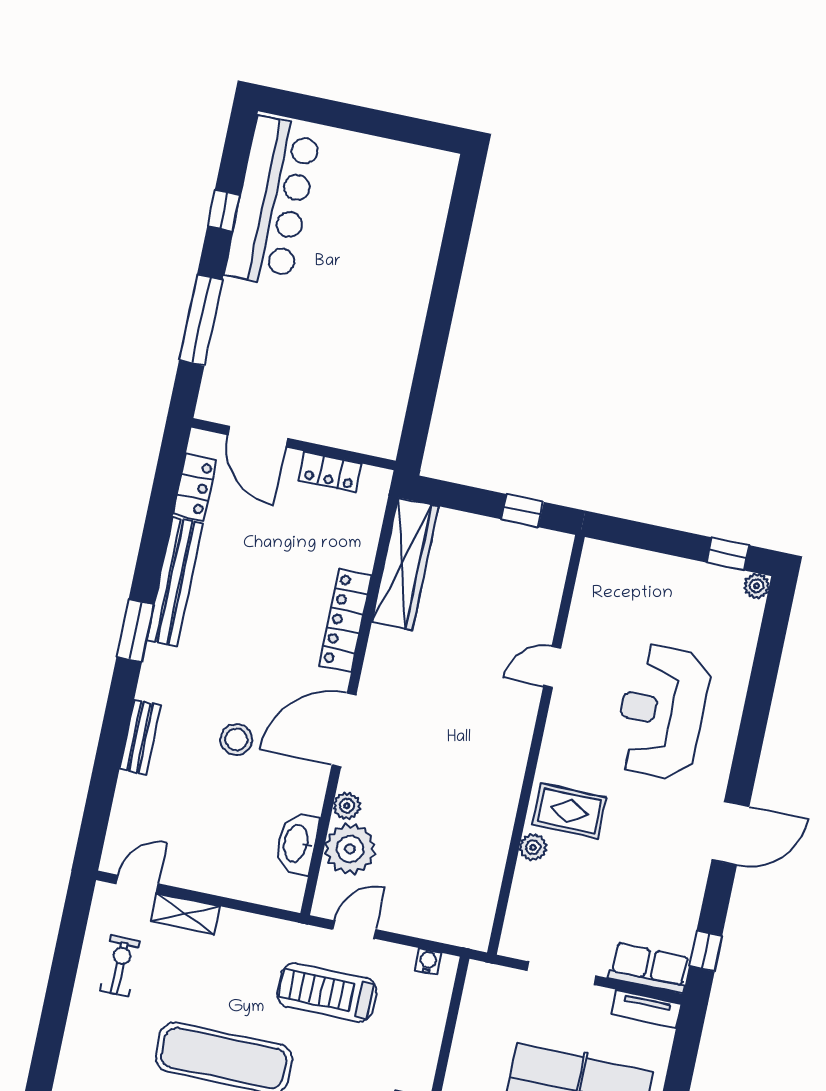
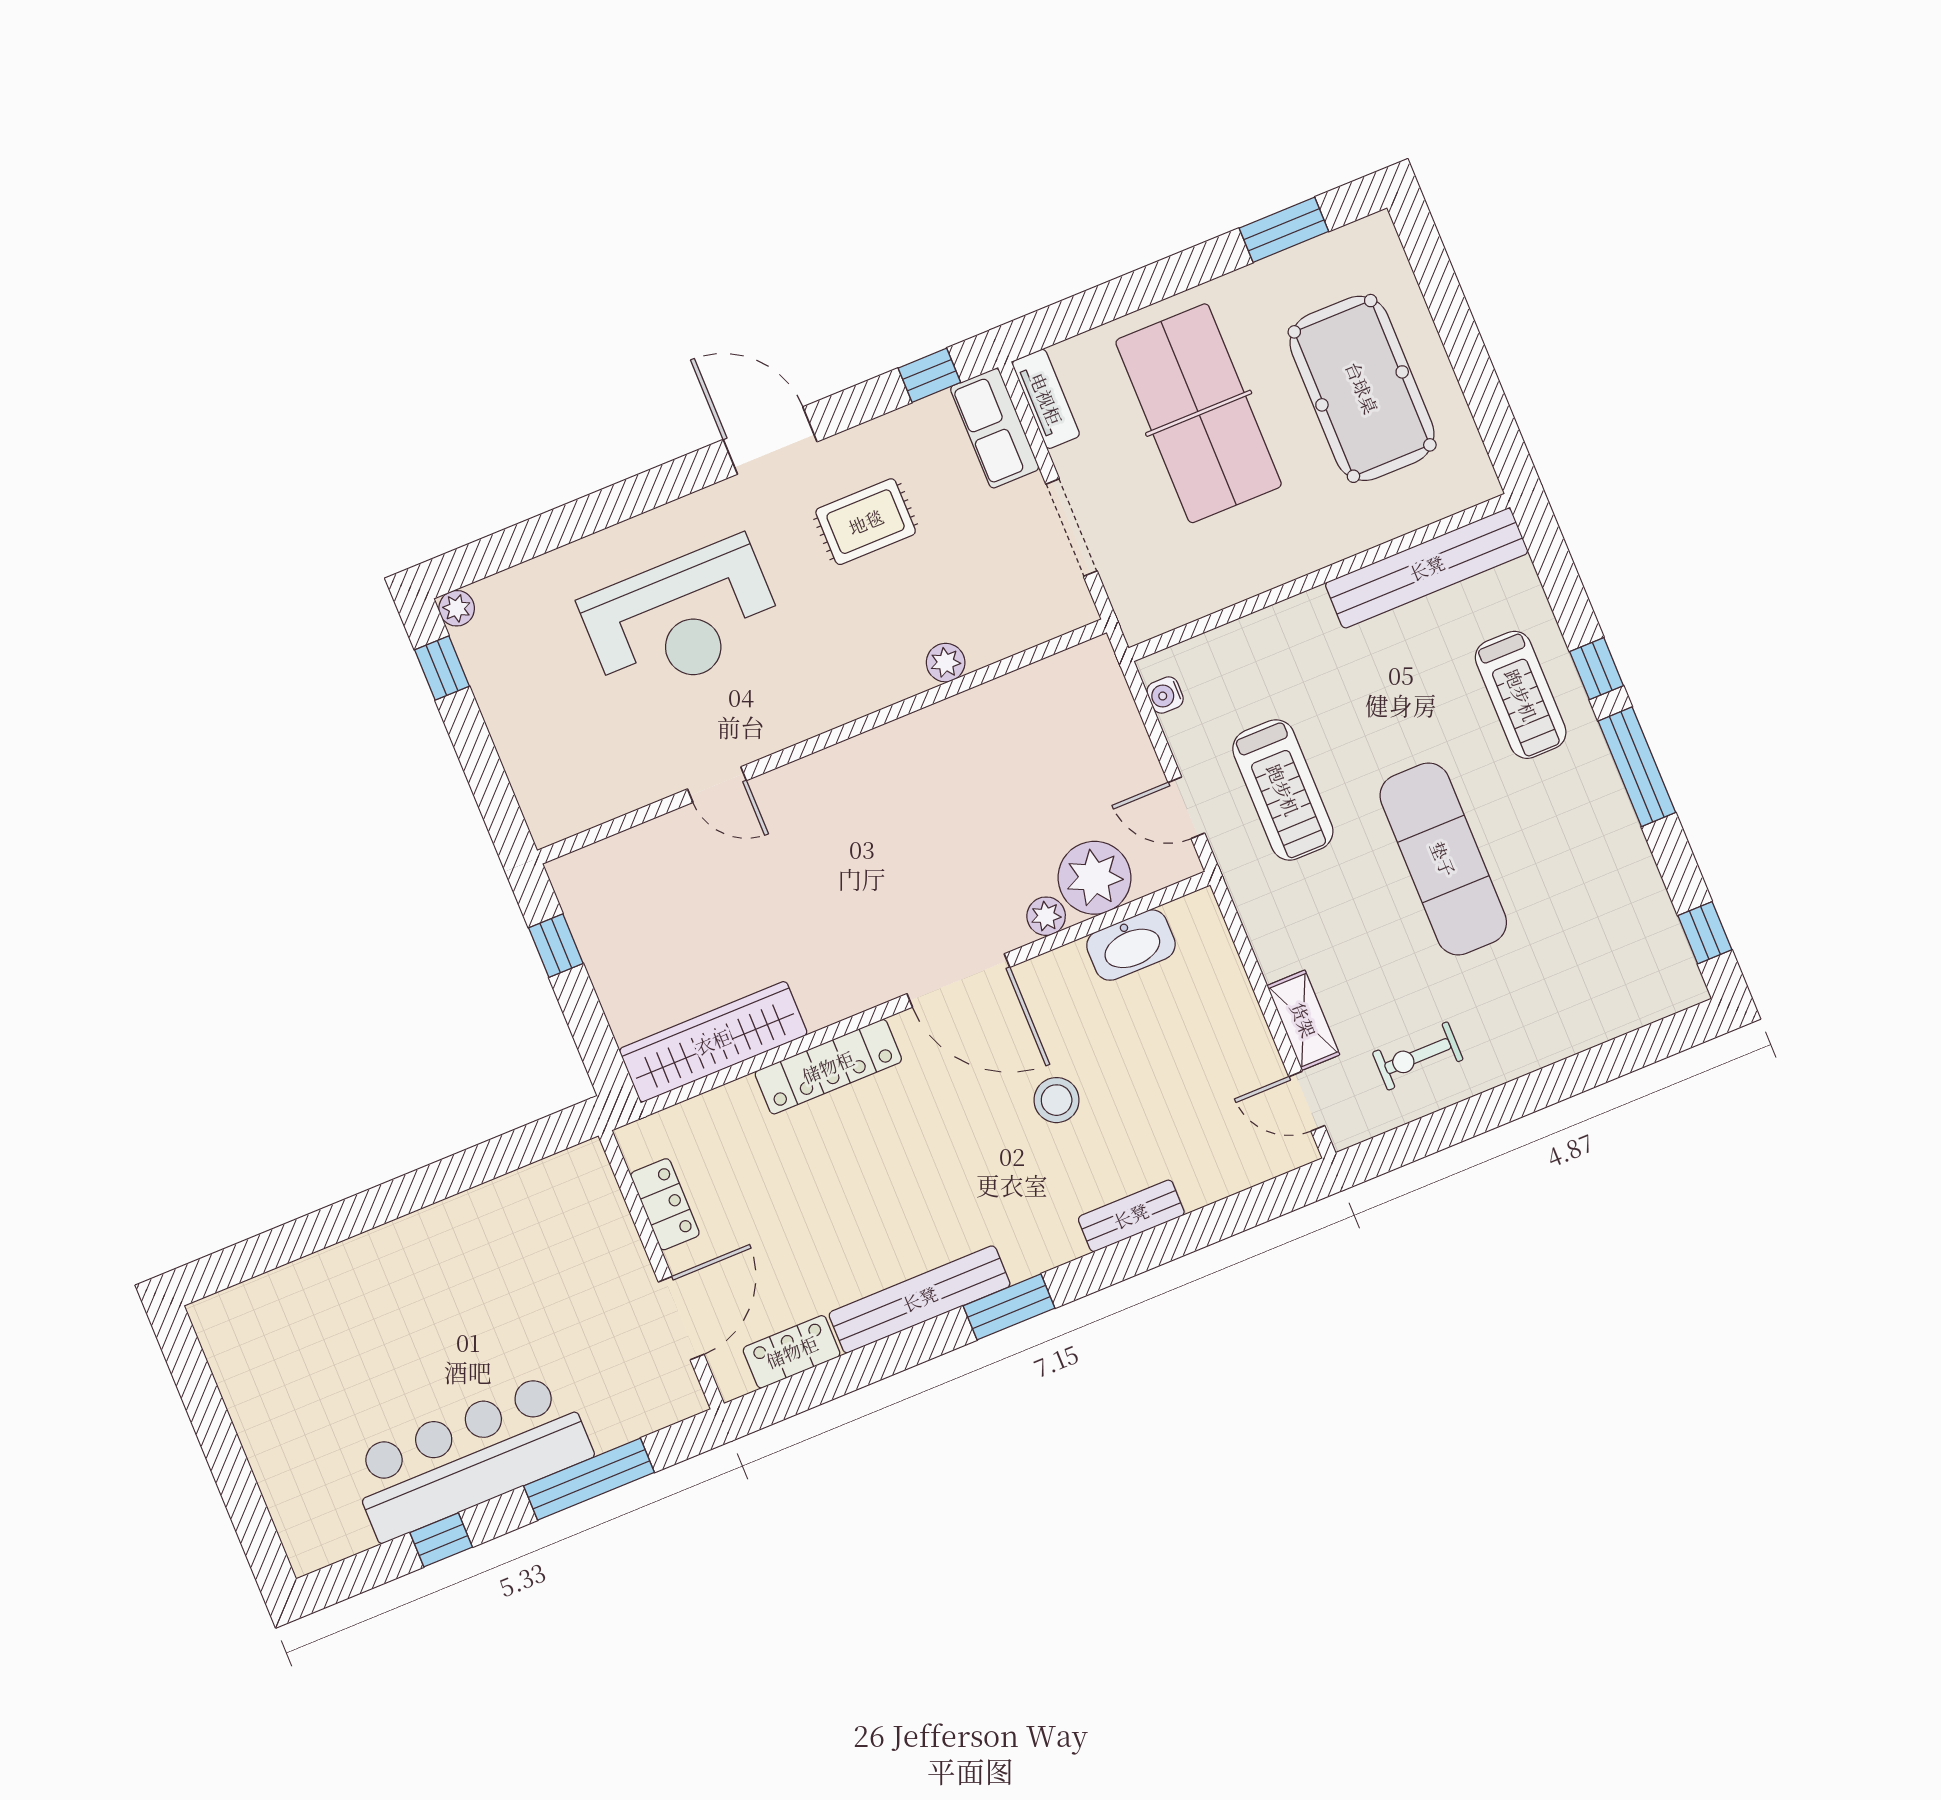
bar counter: (273, 202) -> (470, 1457), moved
rug: (570, 811) -> (866, 522), moved, turned 90

